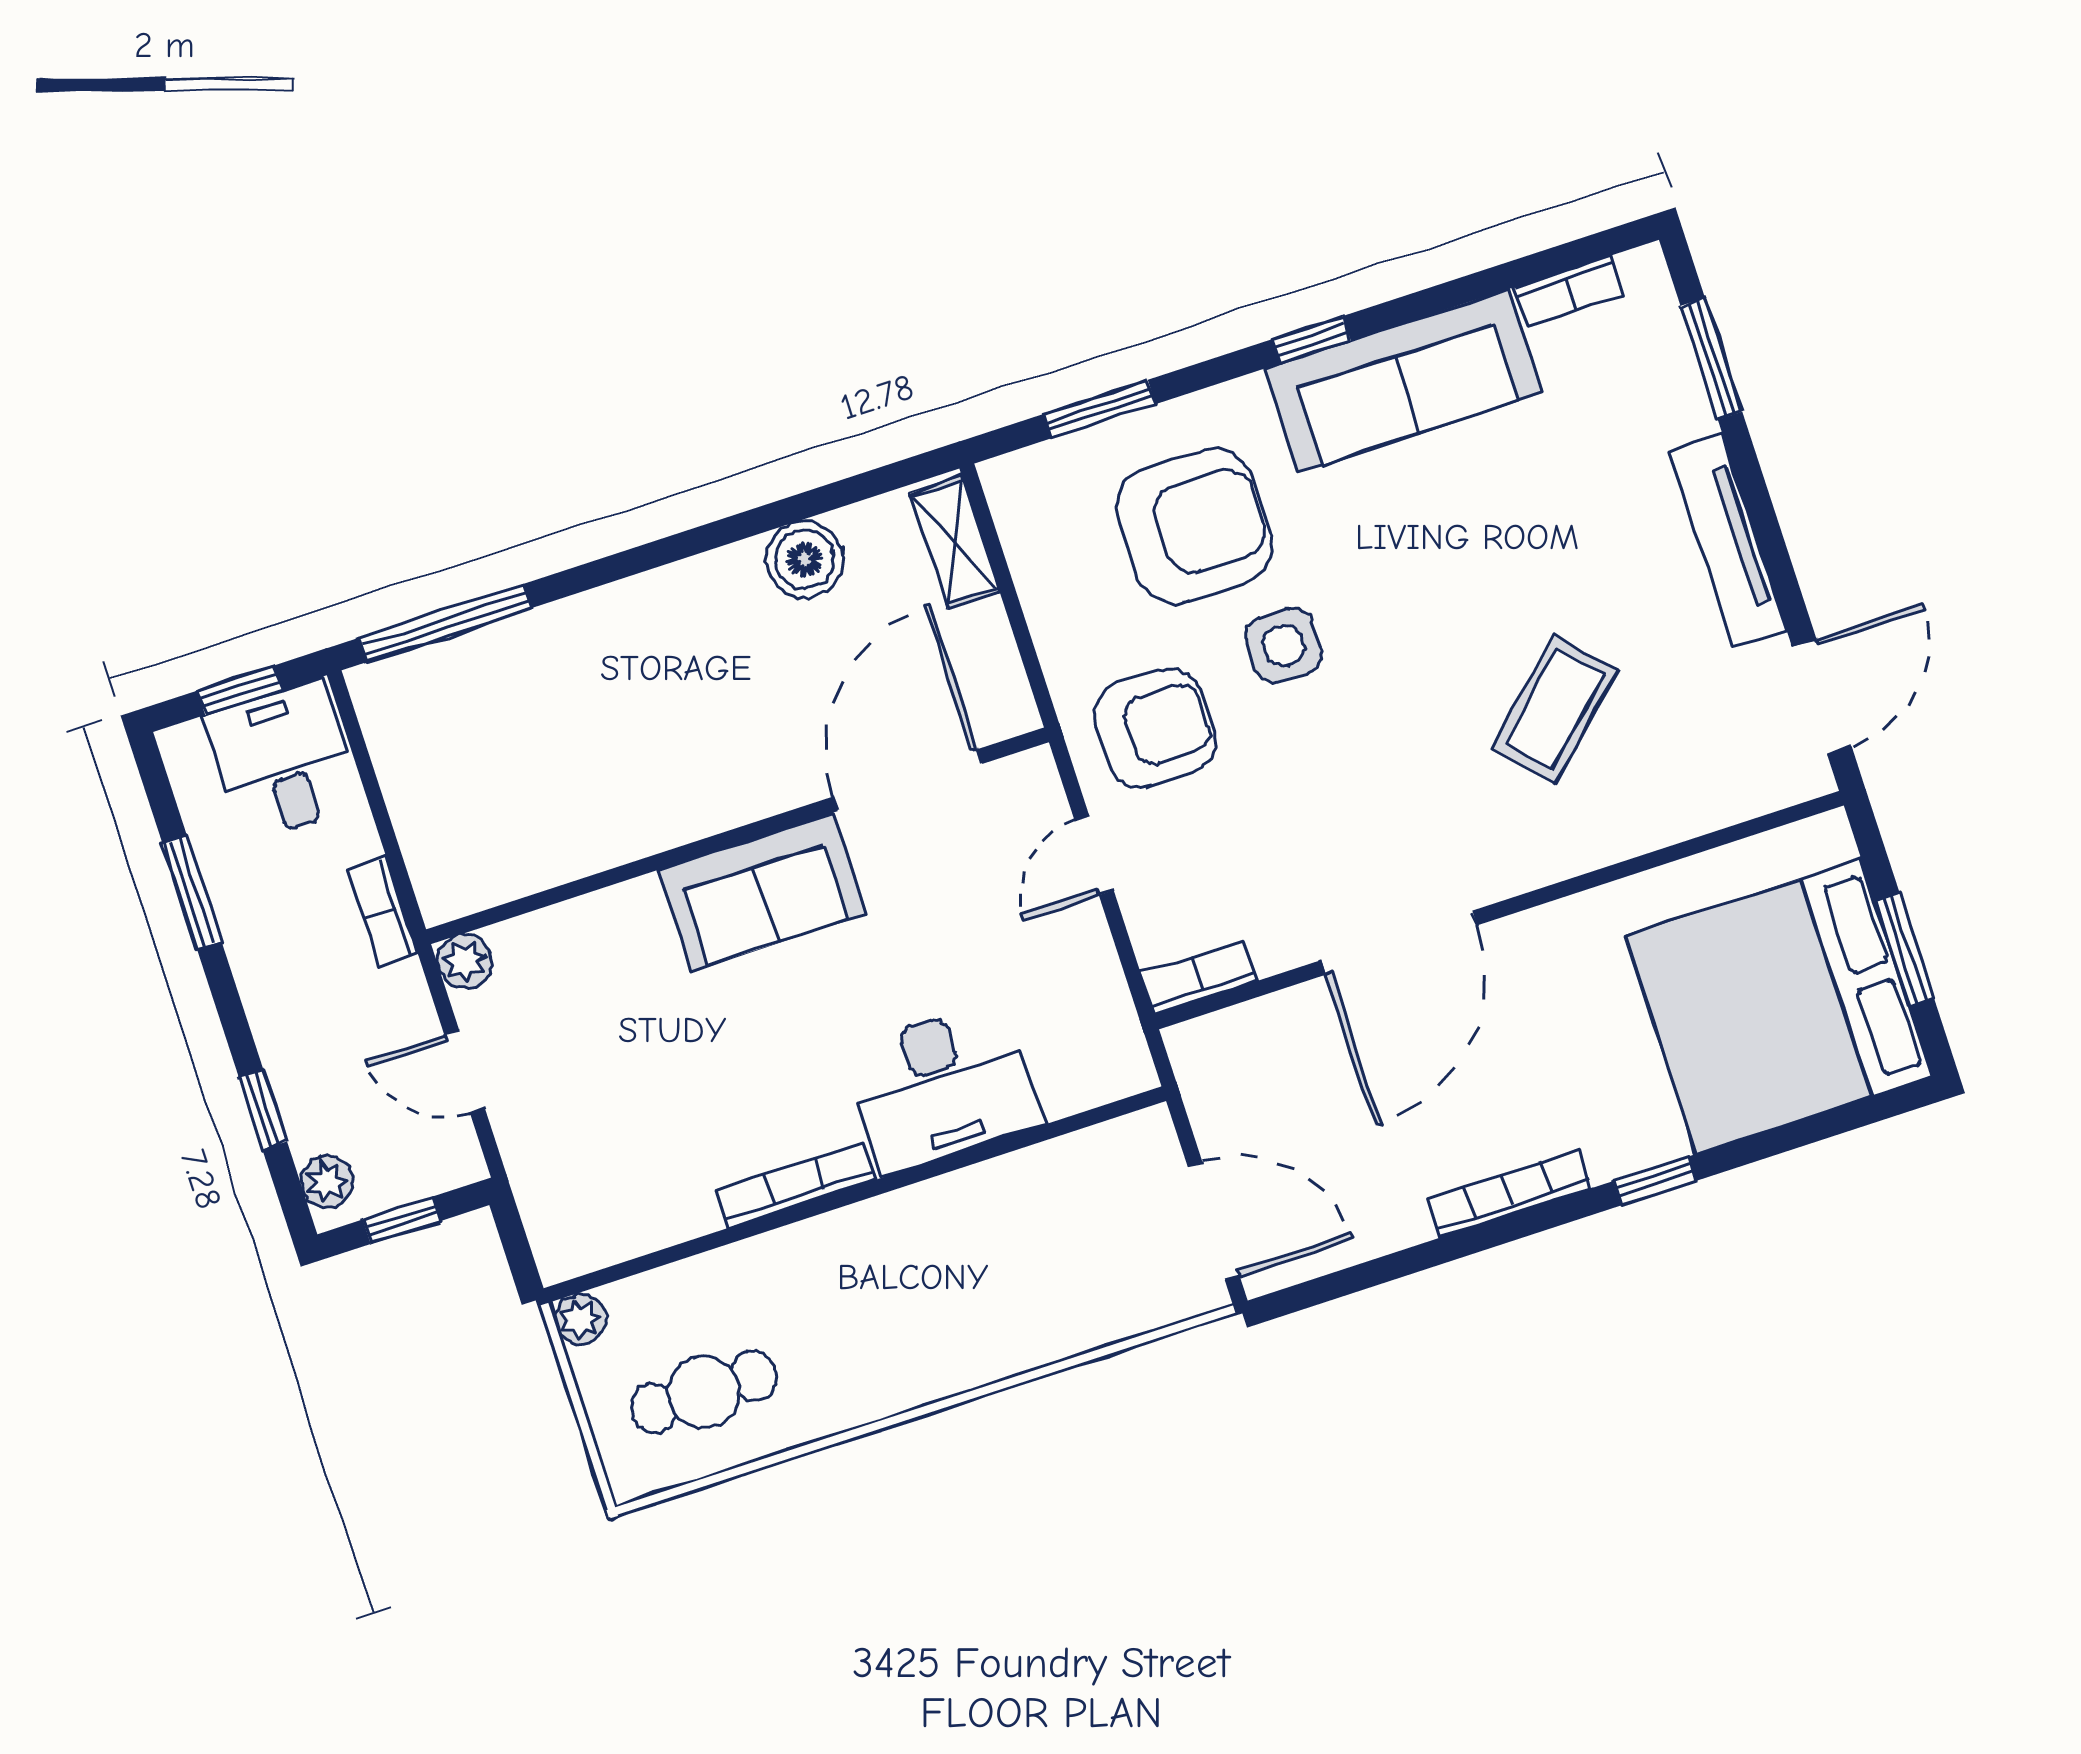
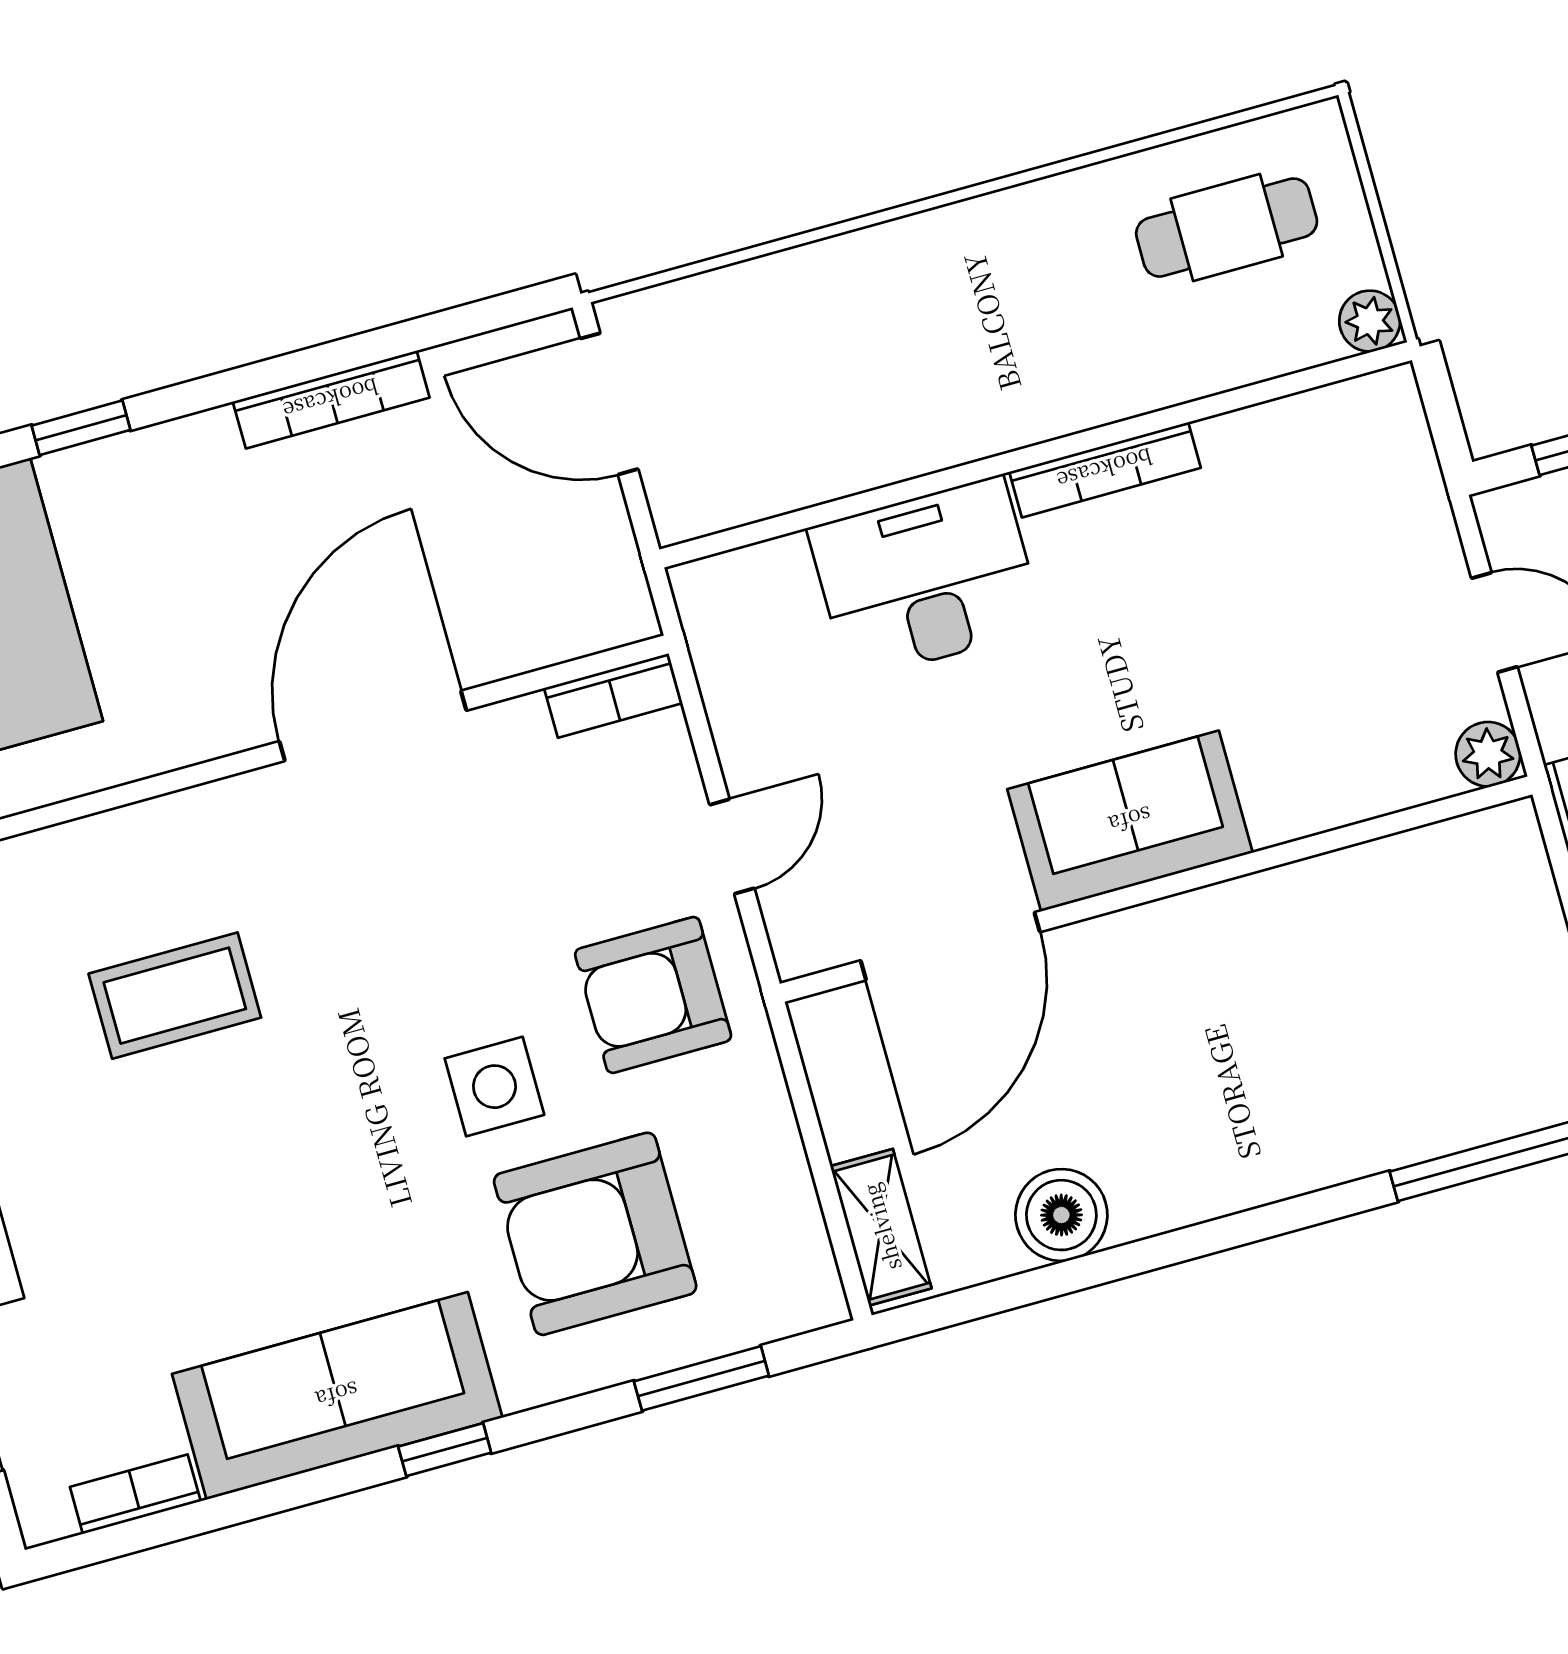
coffee table: (1555, 709) -> (175, 996), turned 43
bookcase: (1509, 1194) -> (331, 400), moved

